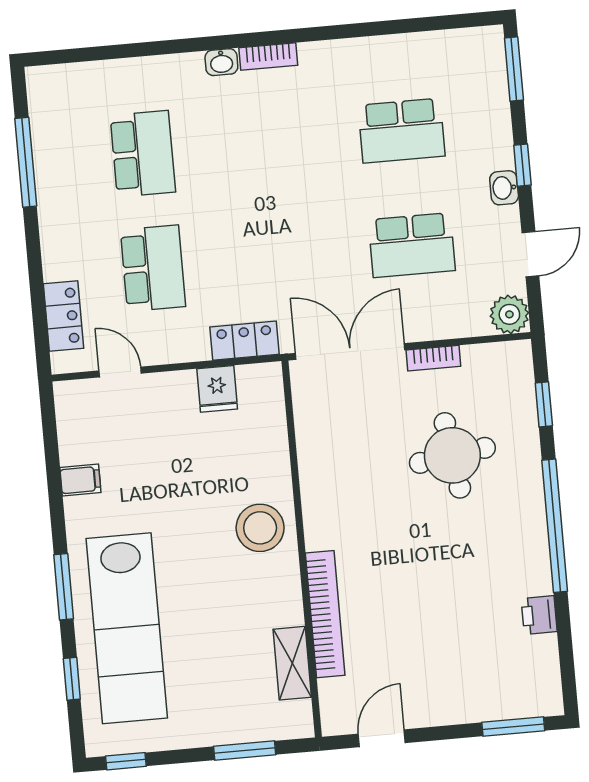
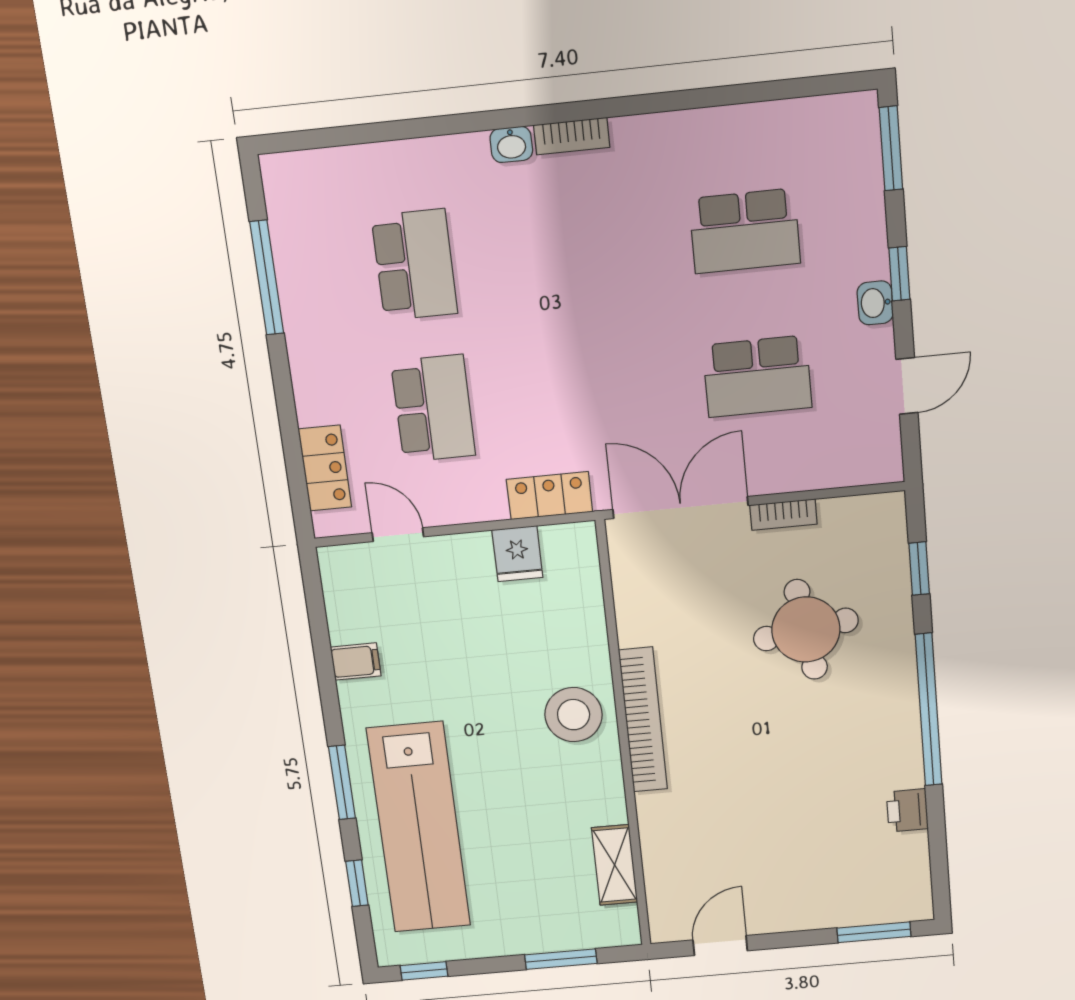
plant: (509, 314) -> (879, 461), removed
bookcase: (325, 614) -> (643, 720), moved

